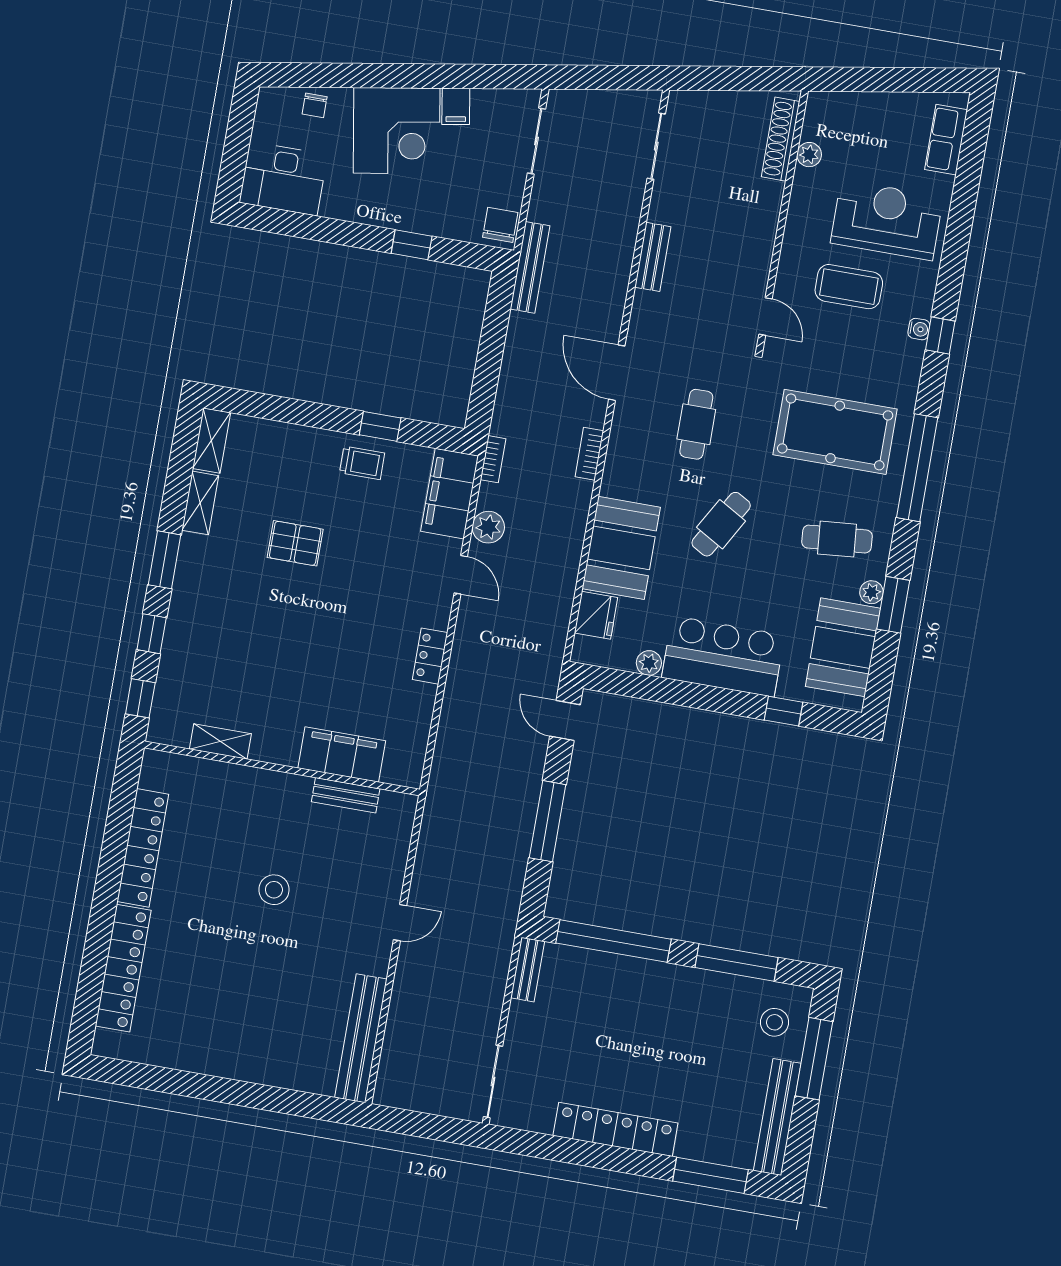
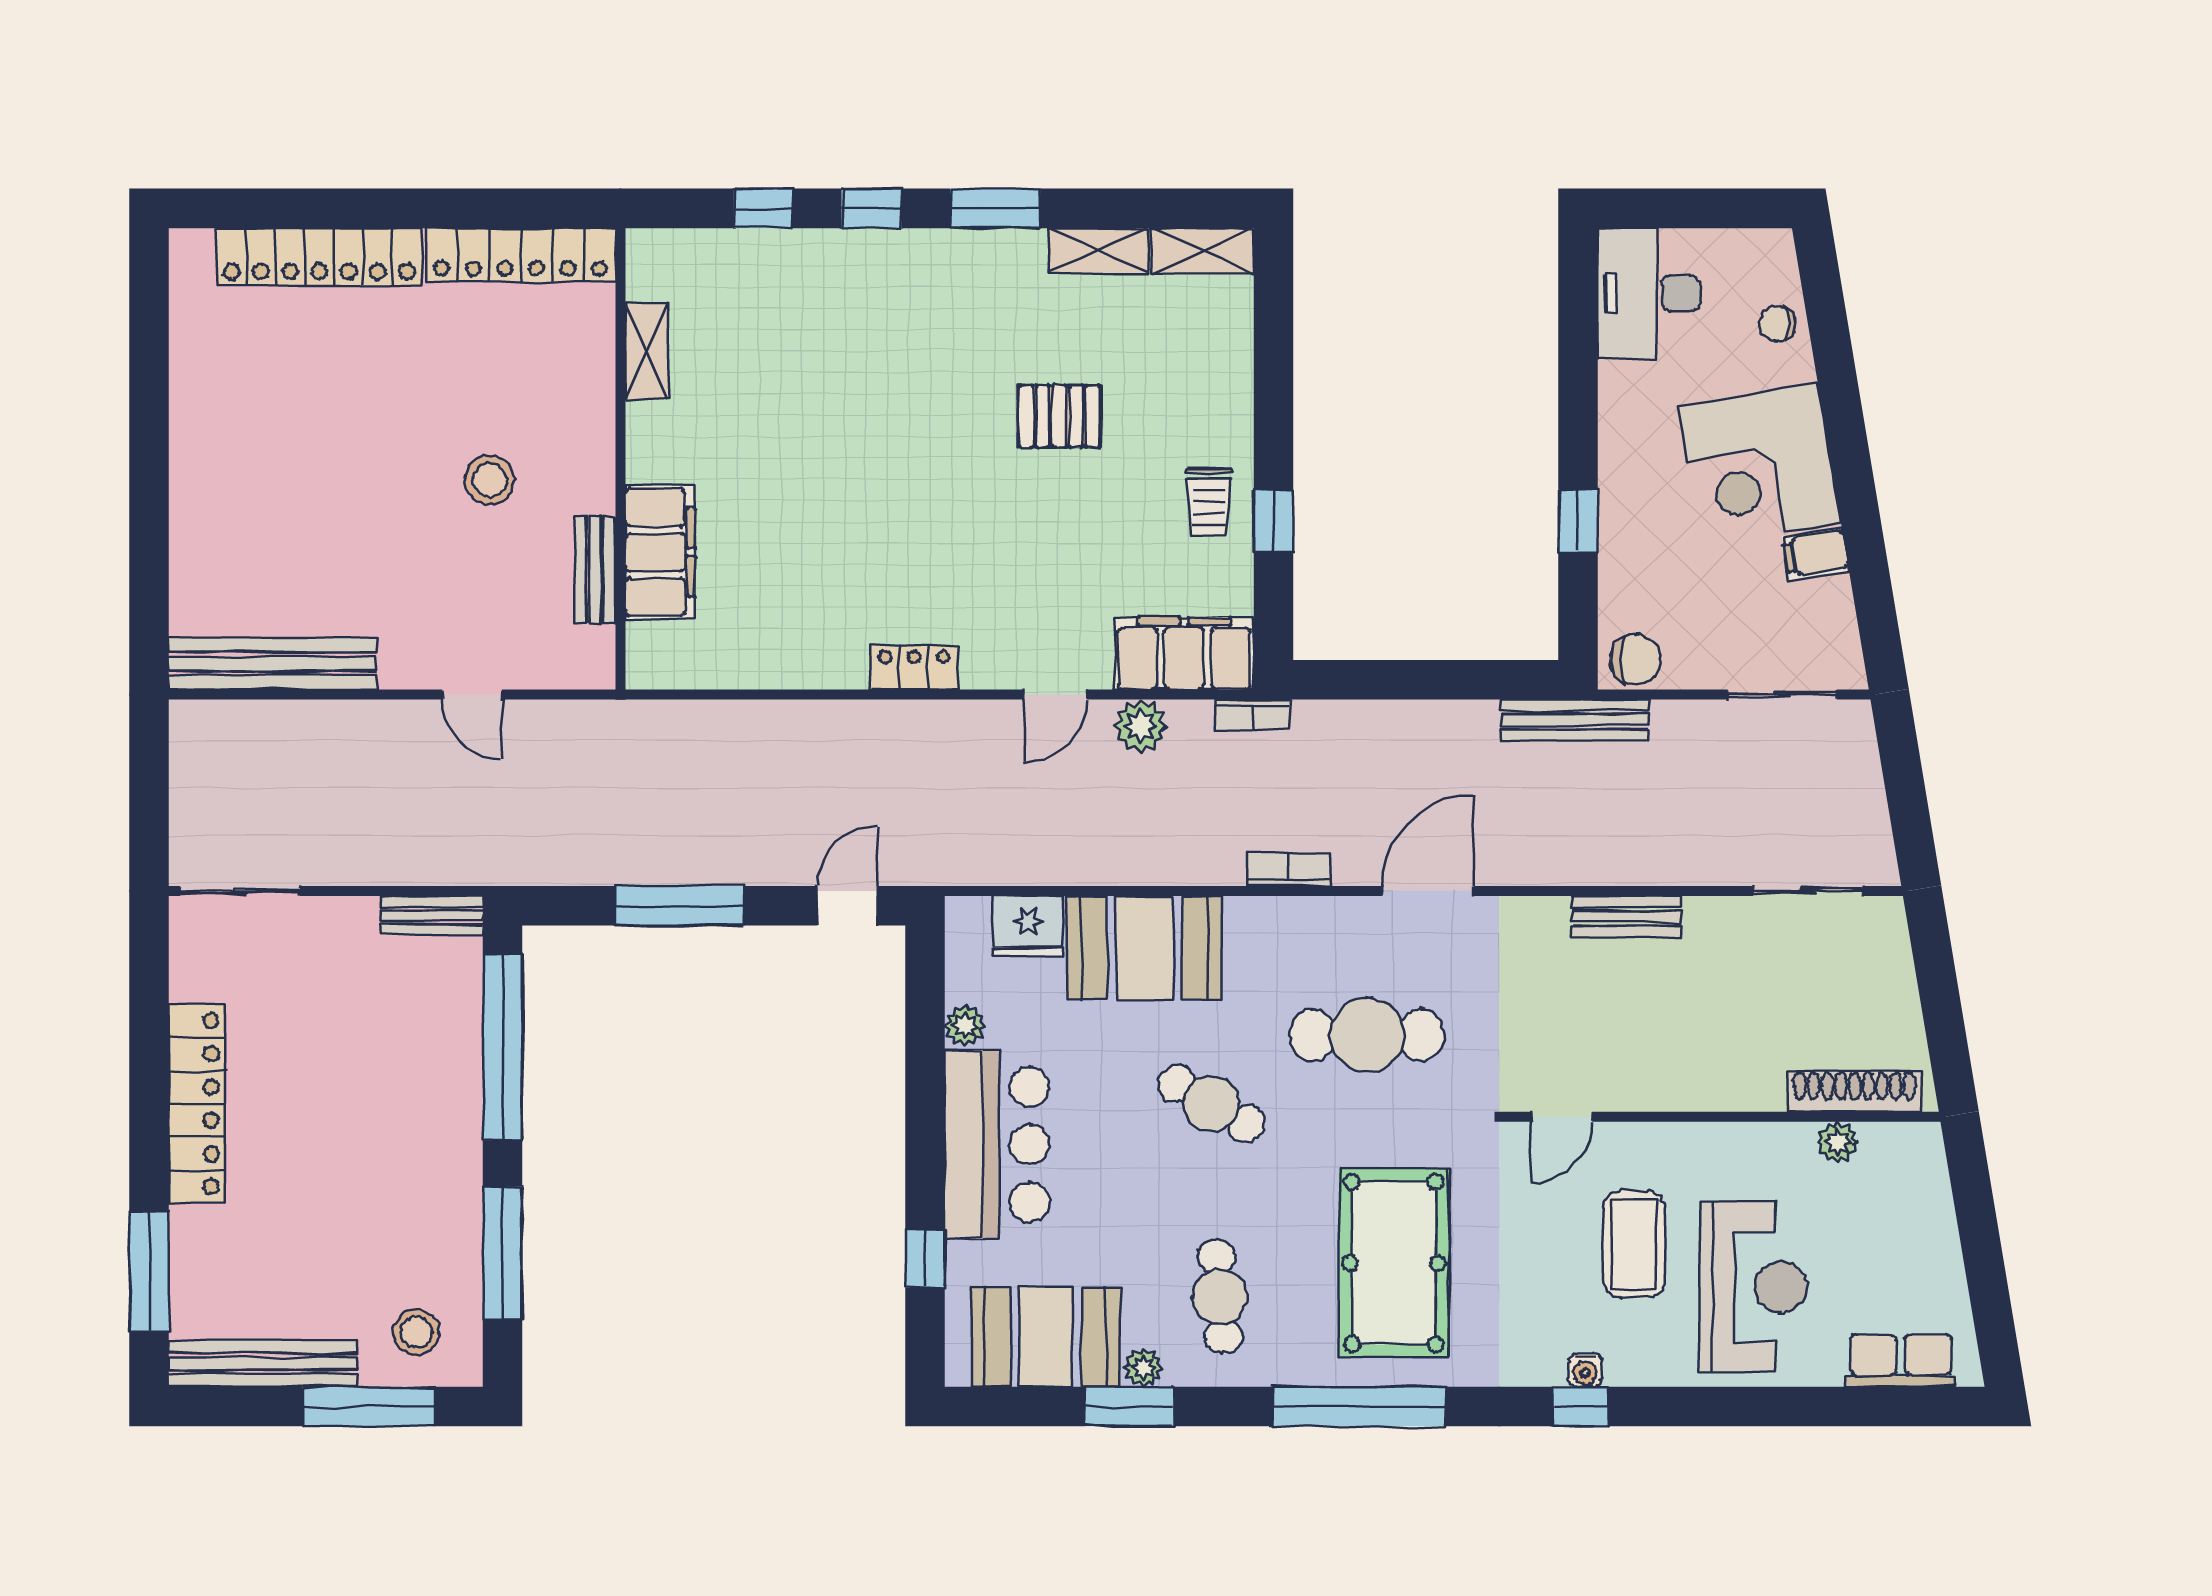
cafe table: (696, 424) -> (1367, 1035), width x1.37, depth x1.35
pallet: (295, 543) -> (1059, 416), turned 90
shelving: (220, 741) -> (647, 351), moved
filing cabinet: (342, 754) -> (660, 552), moved
wall: (282, 769) -> (620, 459), moved
bench: (346, 795) -> (595, 570), moved

